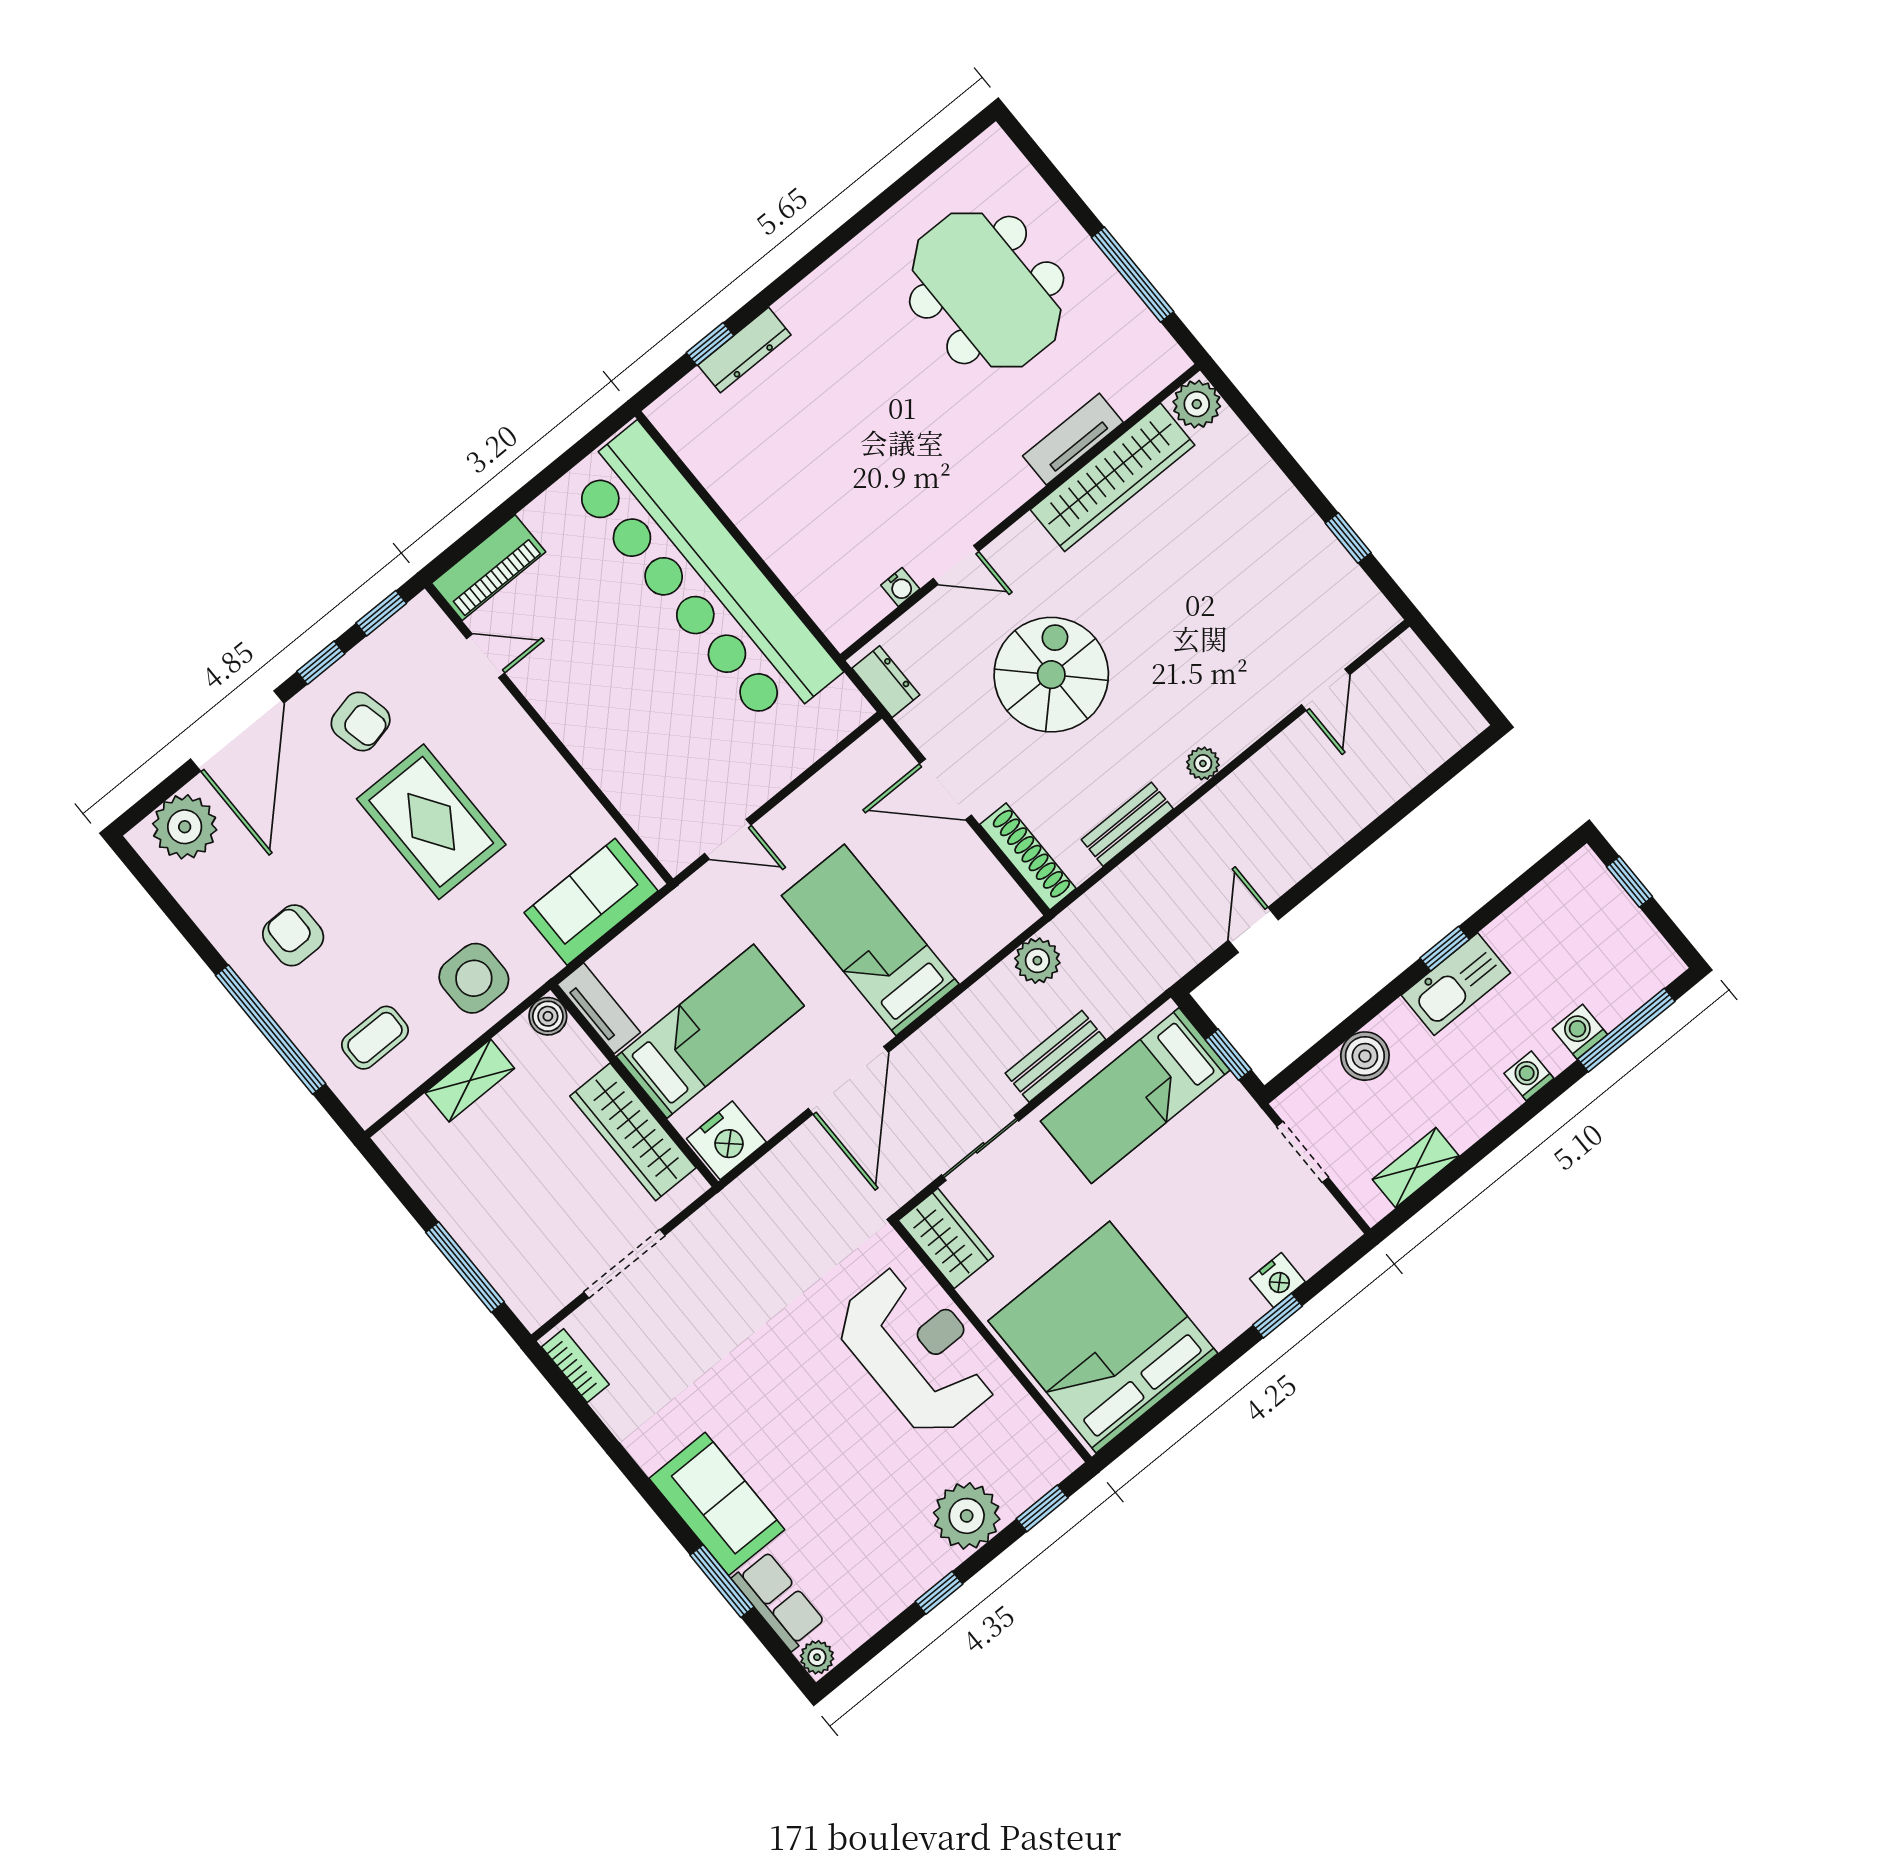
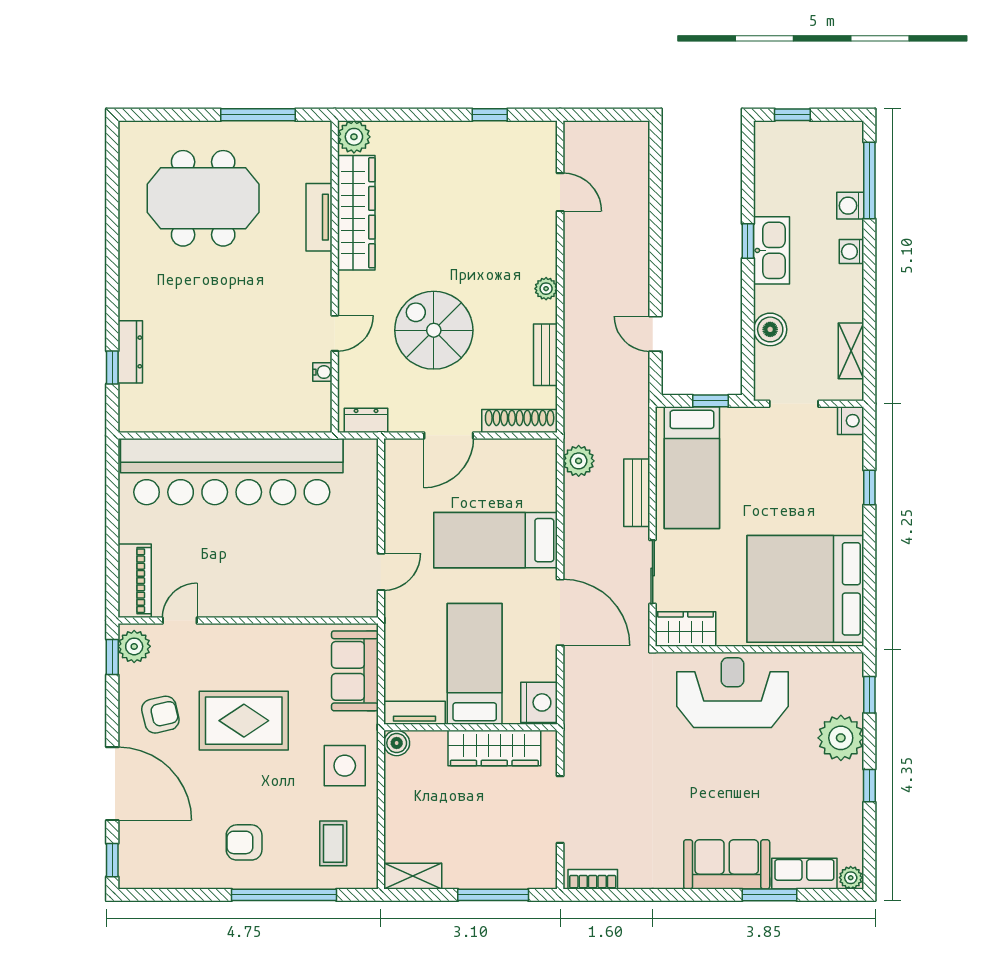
window: (321, 663) -> (112, 860), moved
plant: (185, 827) -> (134, 646), moved, width x0.73, depth x0.73
shelving: (470, 1081) -> (413, 876), moved, turned 90
nightstand: (1277, 1280) -> (851, 421), moved

